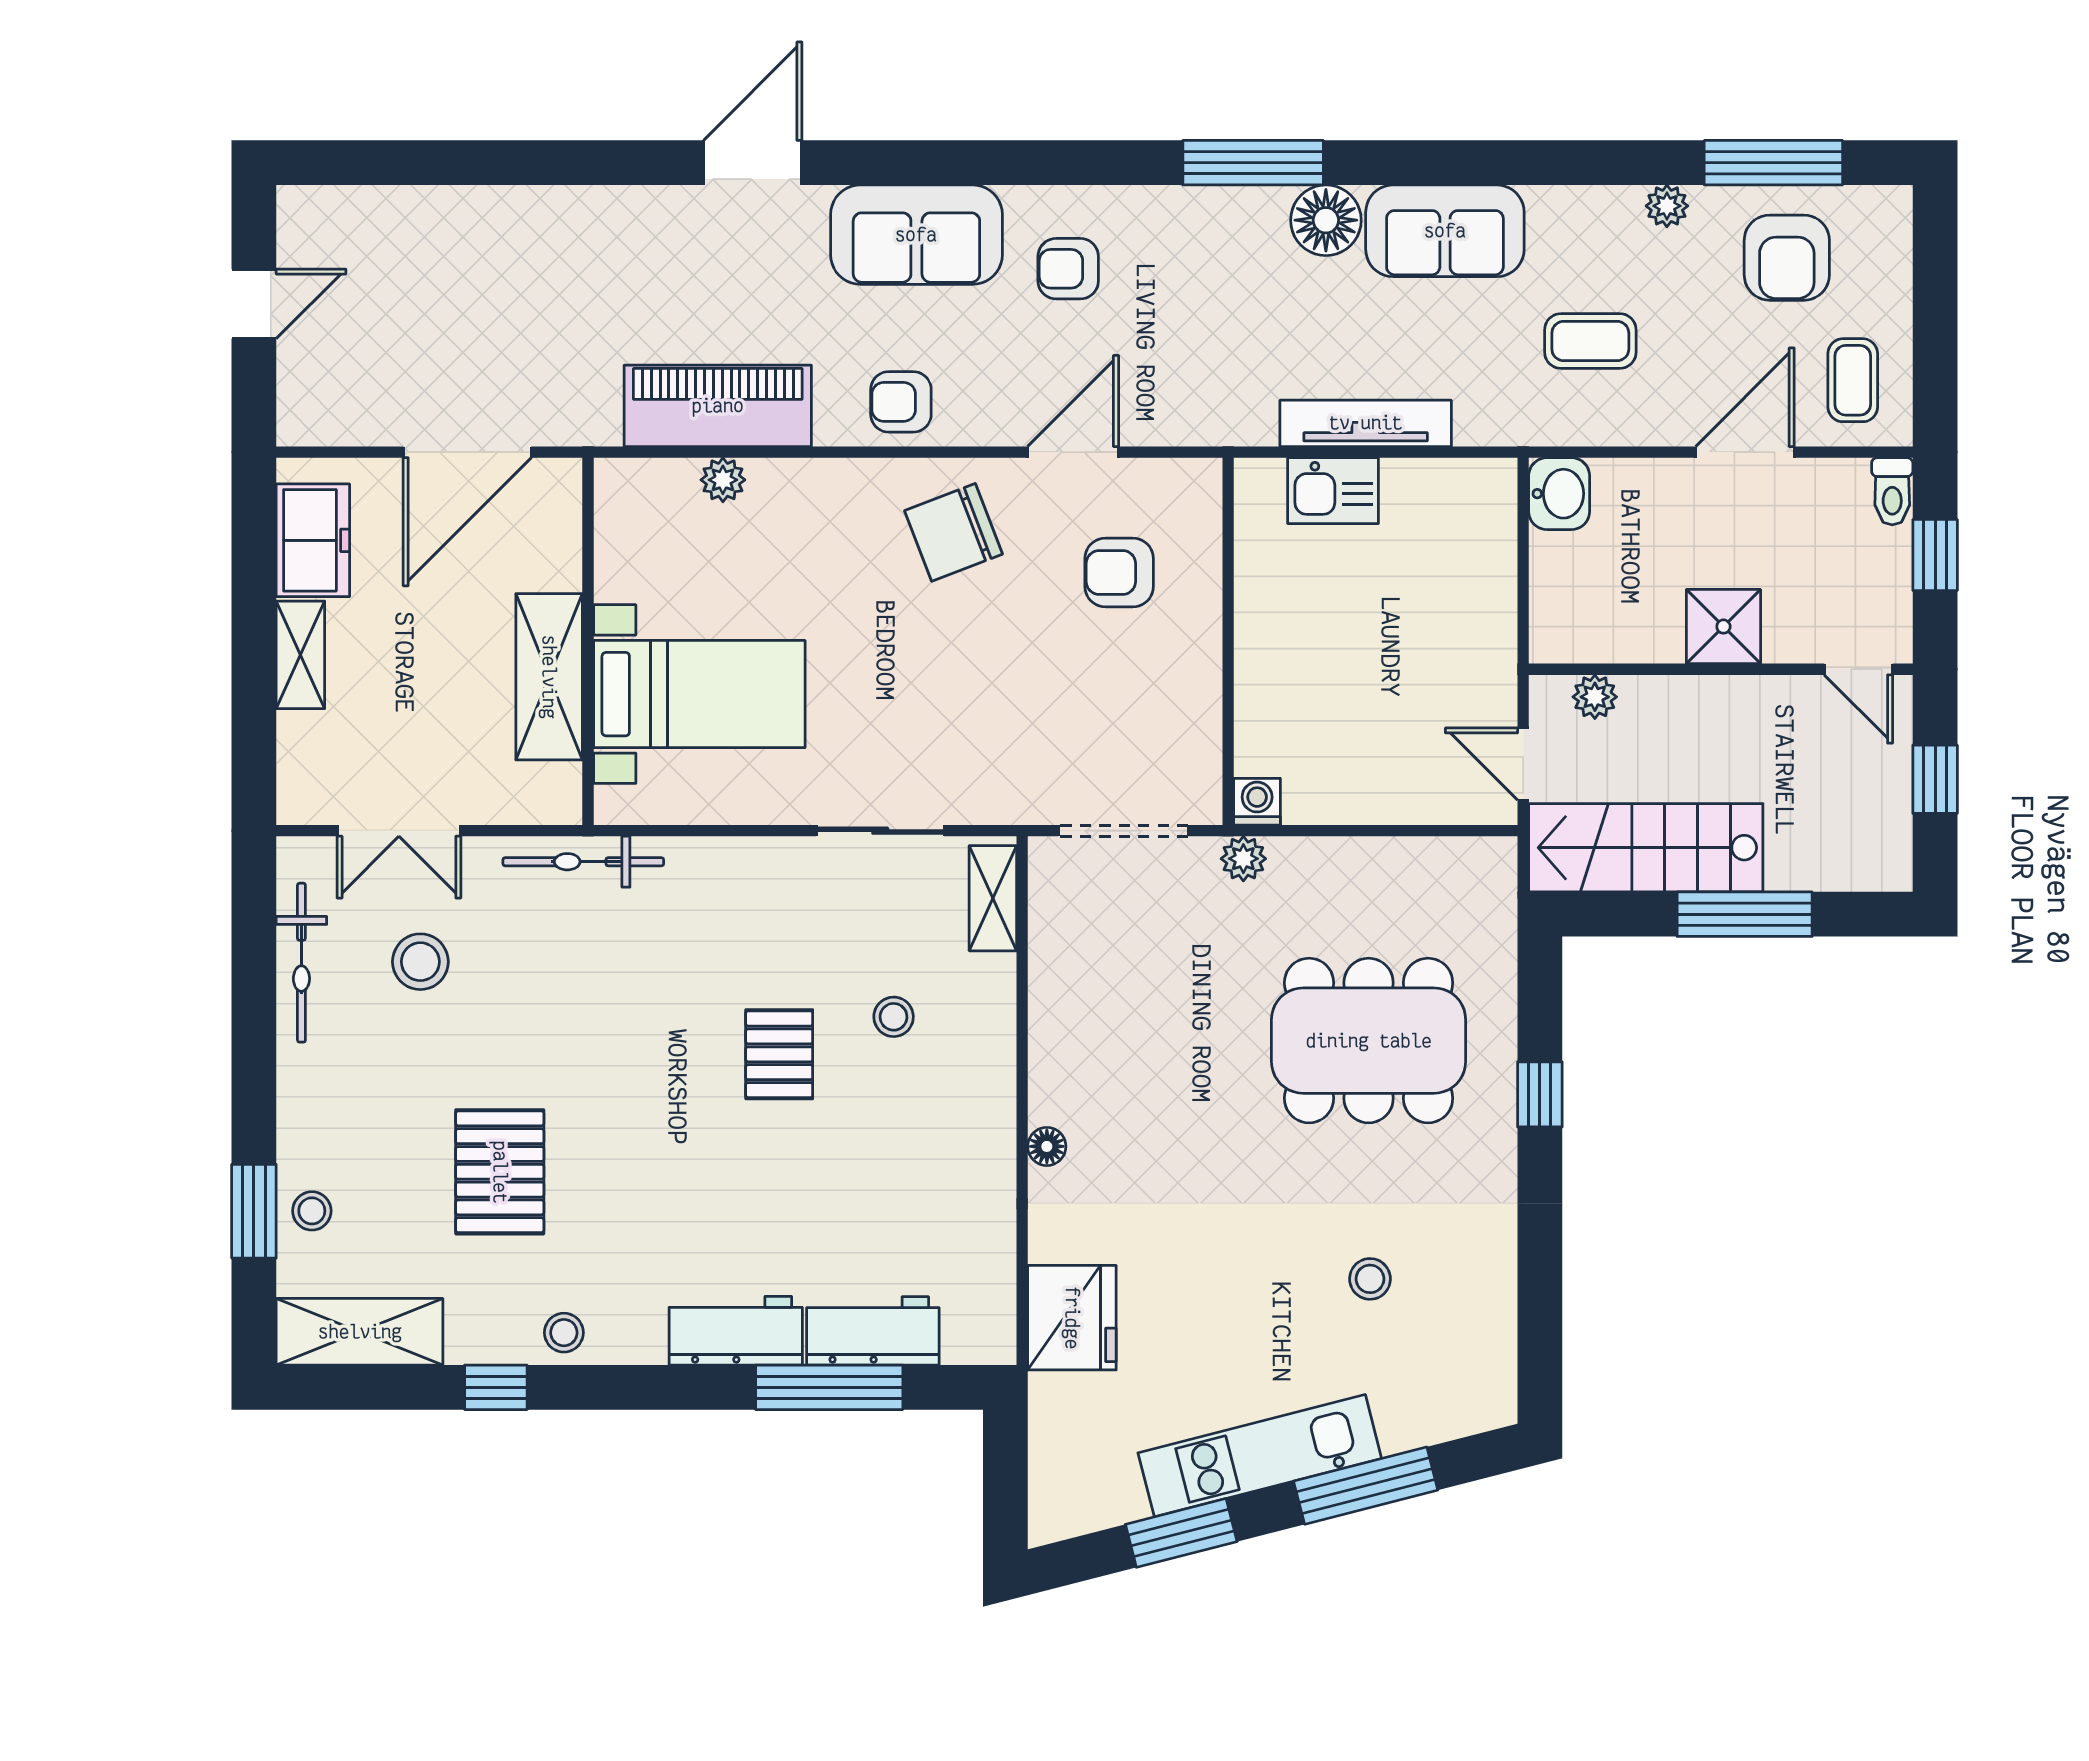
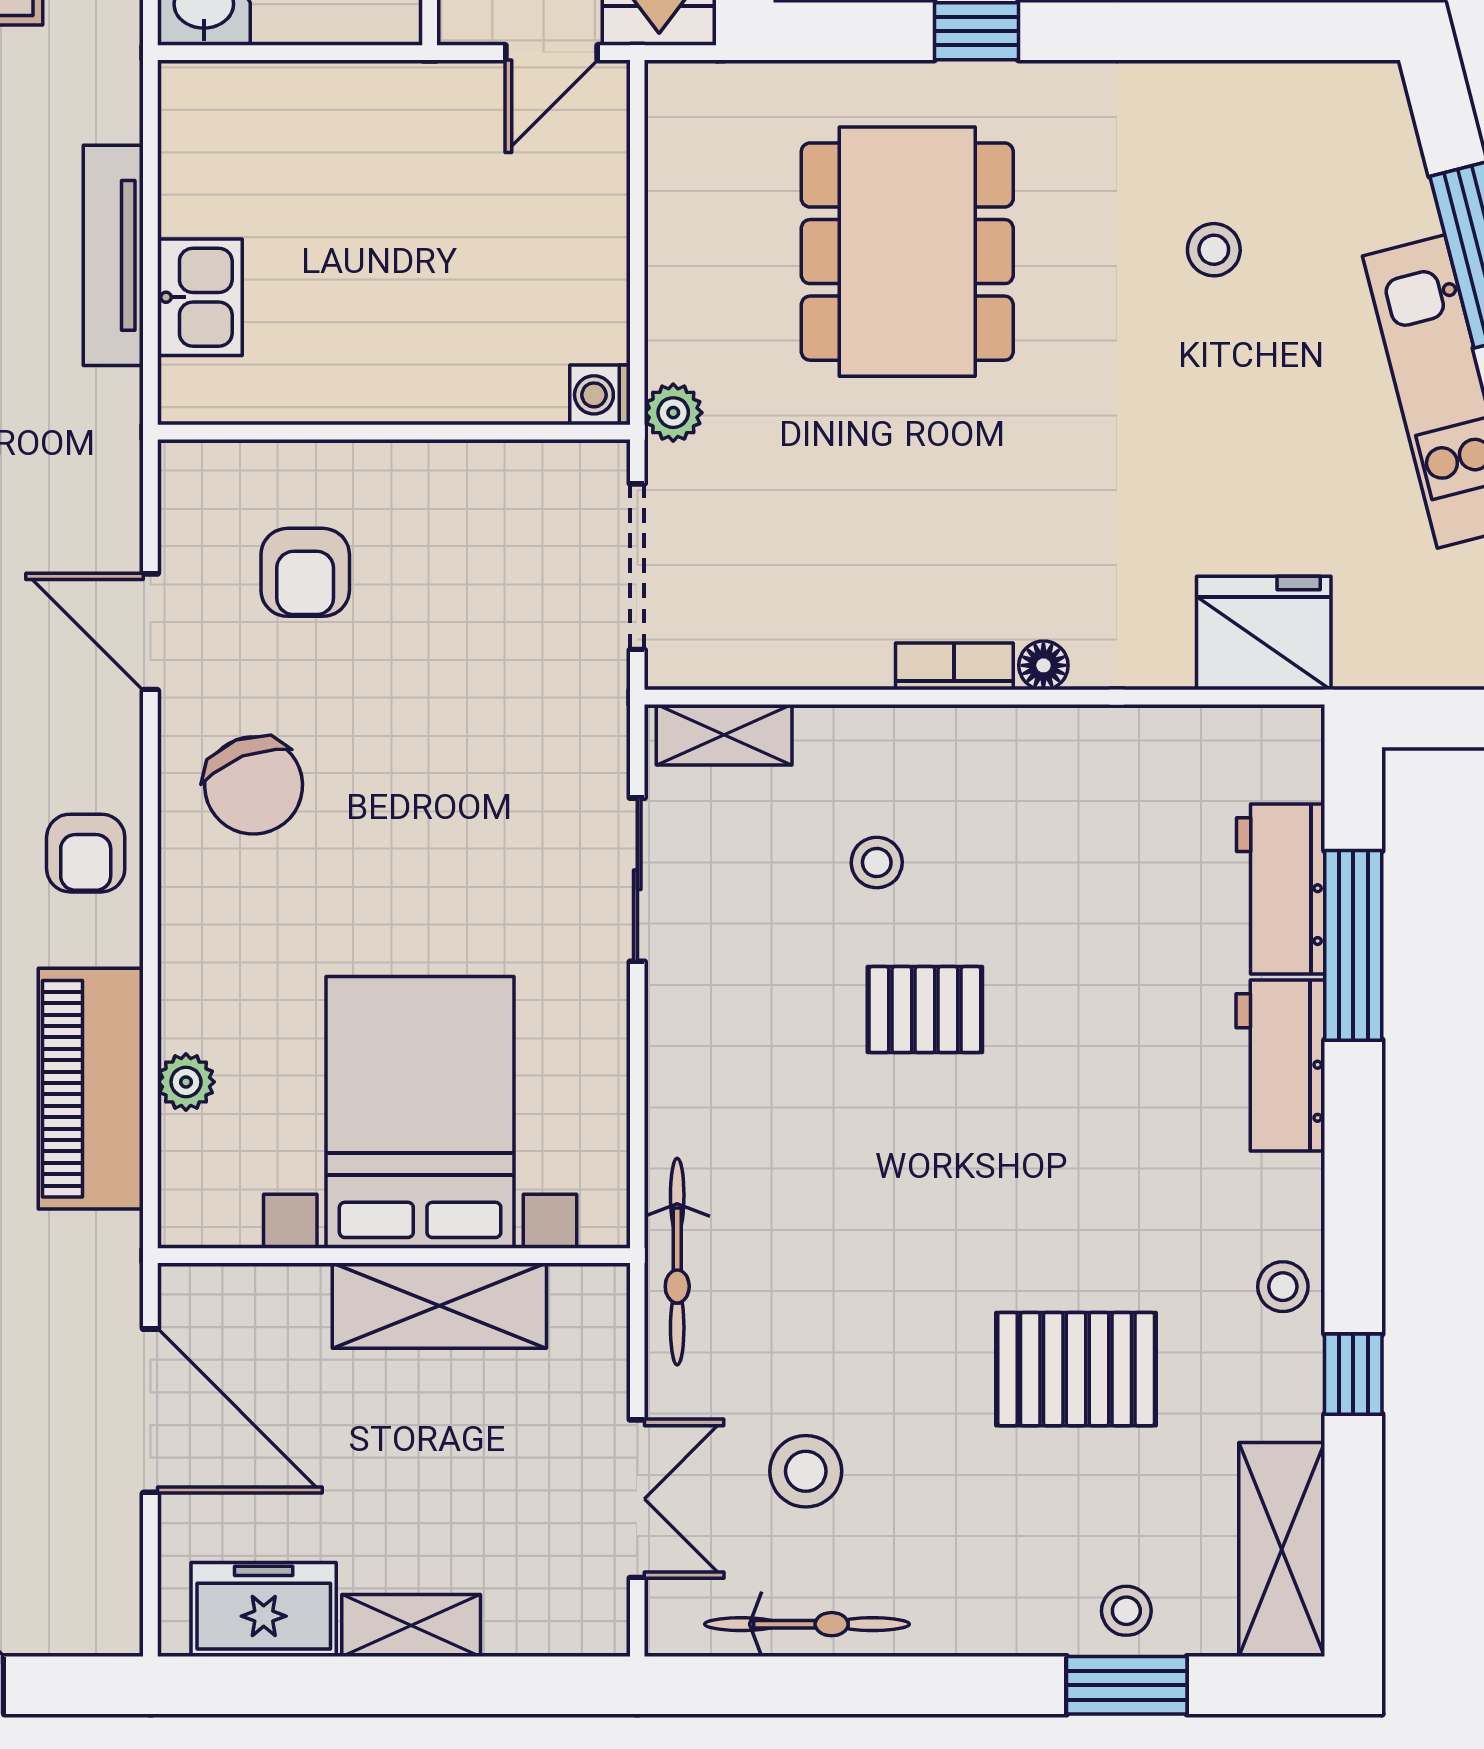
bed with nightstands: (699, 694) -> (420, 1112), width x1.36
bookcase: (1046, 1077) -> (954, 666), added

